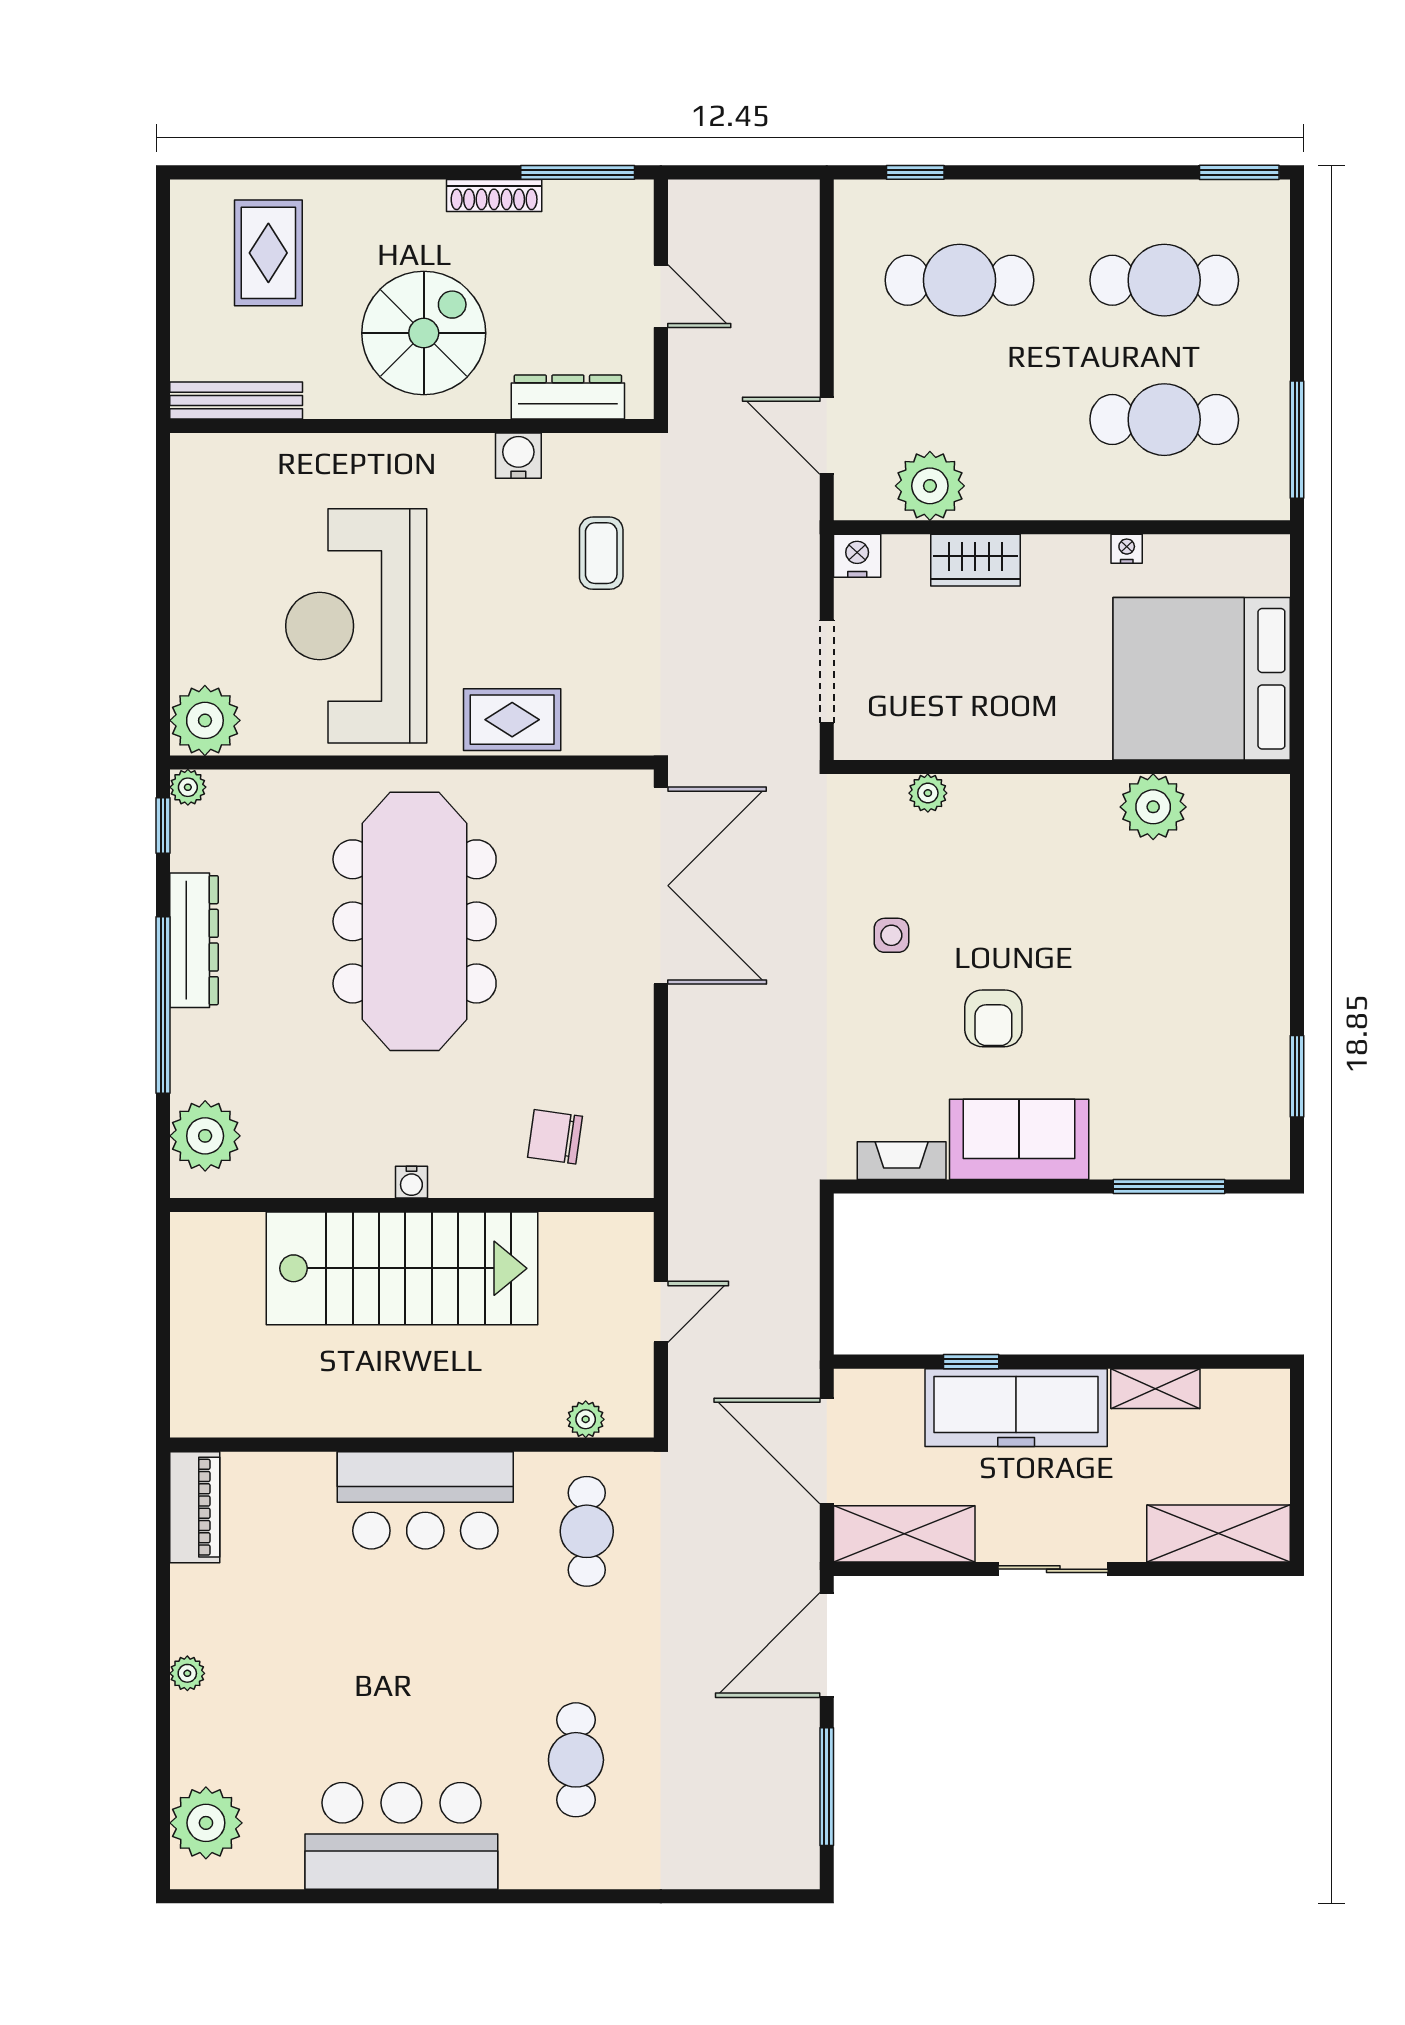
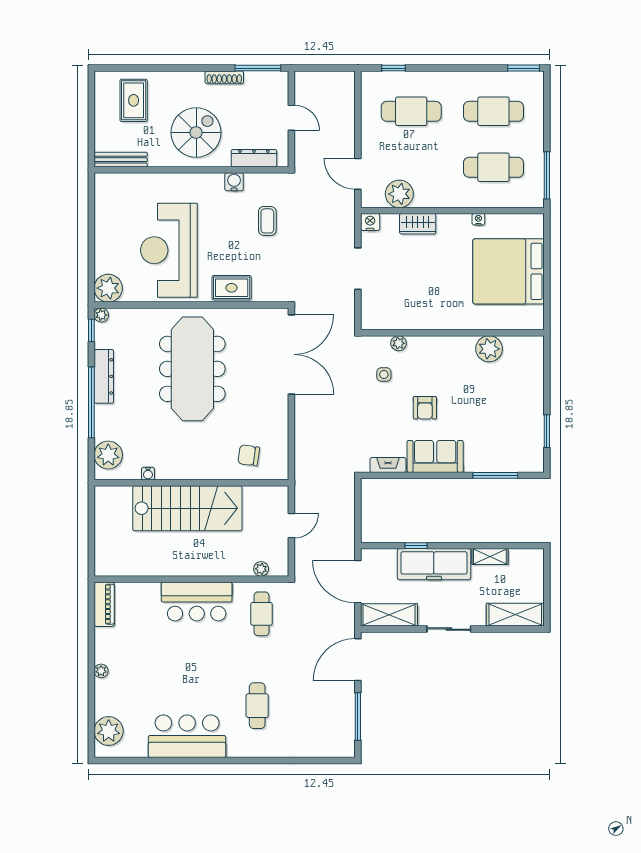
wall: (1062, 767) -> (452, 333), moved
plant: (928, 793) -> (399, 343), moved
plant: (1153, 807) -> (489, 349), moved
water cooler: (411, 1182) -> (148, 474), moved

